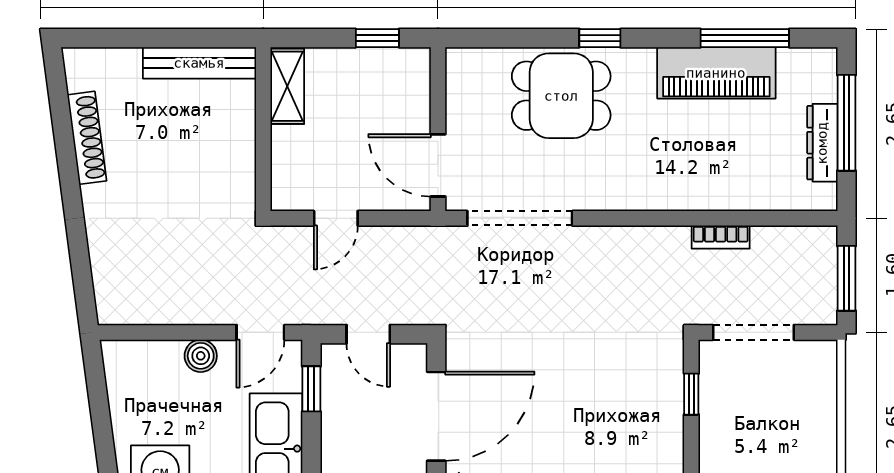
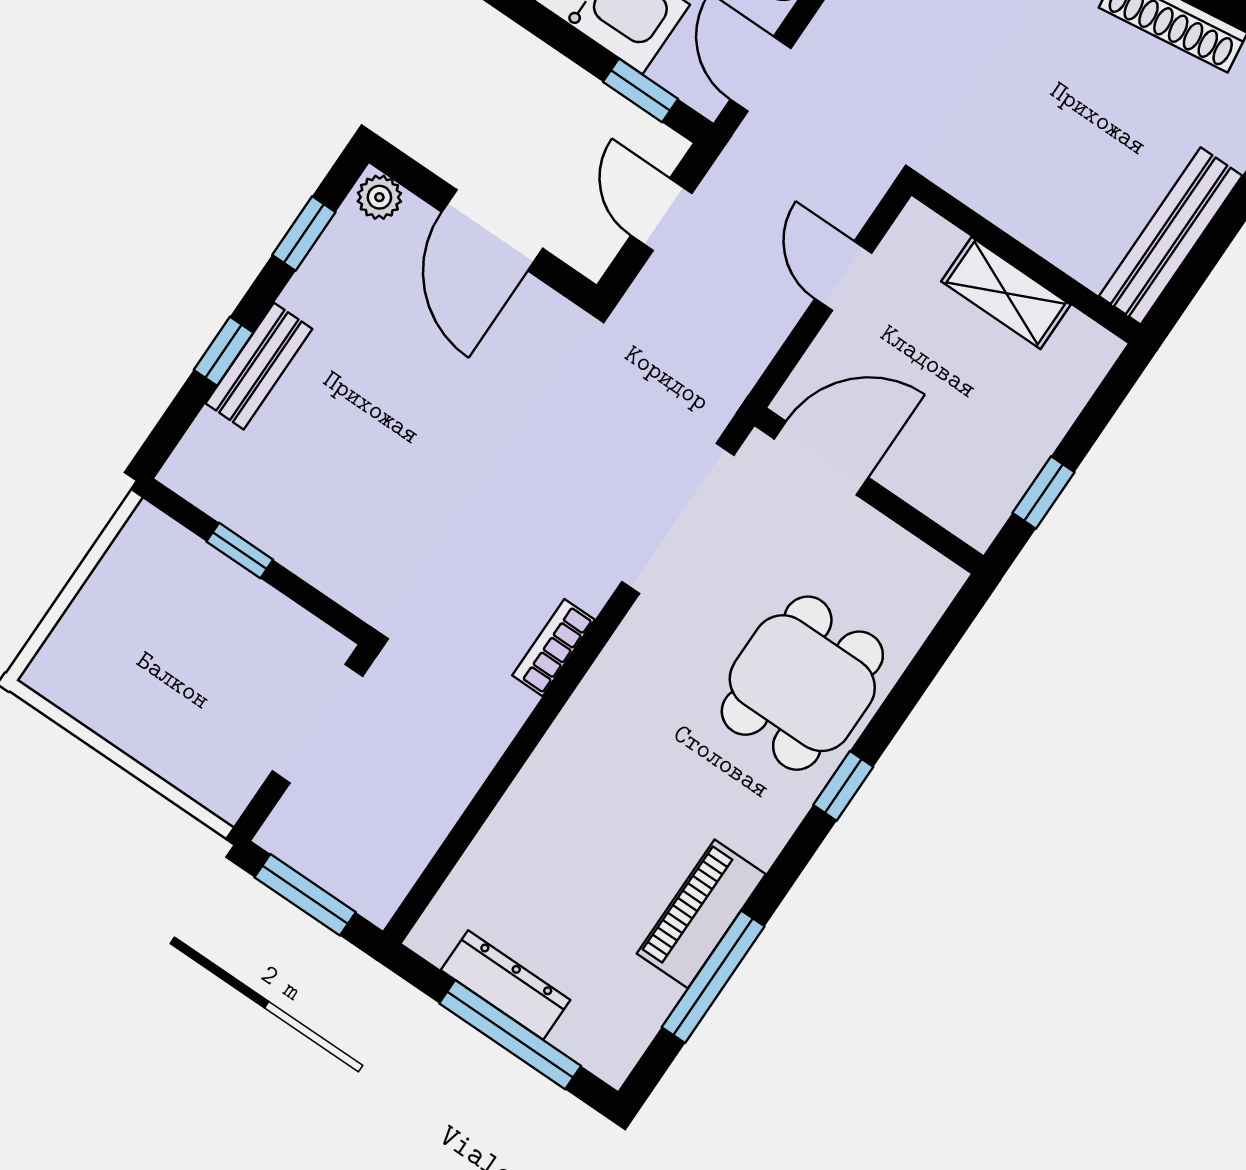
piano: (716, 73) -> (701, 914), width x0.73, depth x0.75
shelving: (287, 86) -> (1006, 293), moved
bookcase: (721, 237) -> (554, 648), moved
door: (368, 334) -> (661, 214), hinge flipped
window: (691, 394) -> (240, 551), moved
door: (436, 416) -> (492, 230), width x0.73

